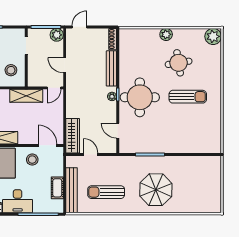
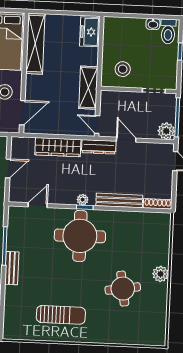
plant: (213, 36) -> (155, 335), removed
door: (65, 65) -> (126, 140), hinge flipped
dresser: (71, 86) -> (99, 147), added
sun lounger: (188, 97) -> (61, 315), moved, turned -90
wardrobe: (73, 136) -> (58, 147), moved
bench: (167, 148) -> (12, 268), added

